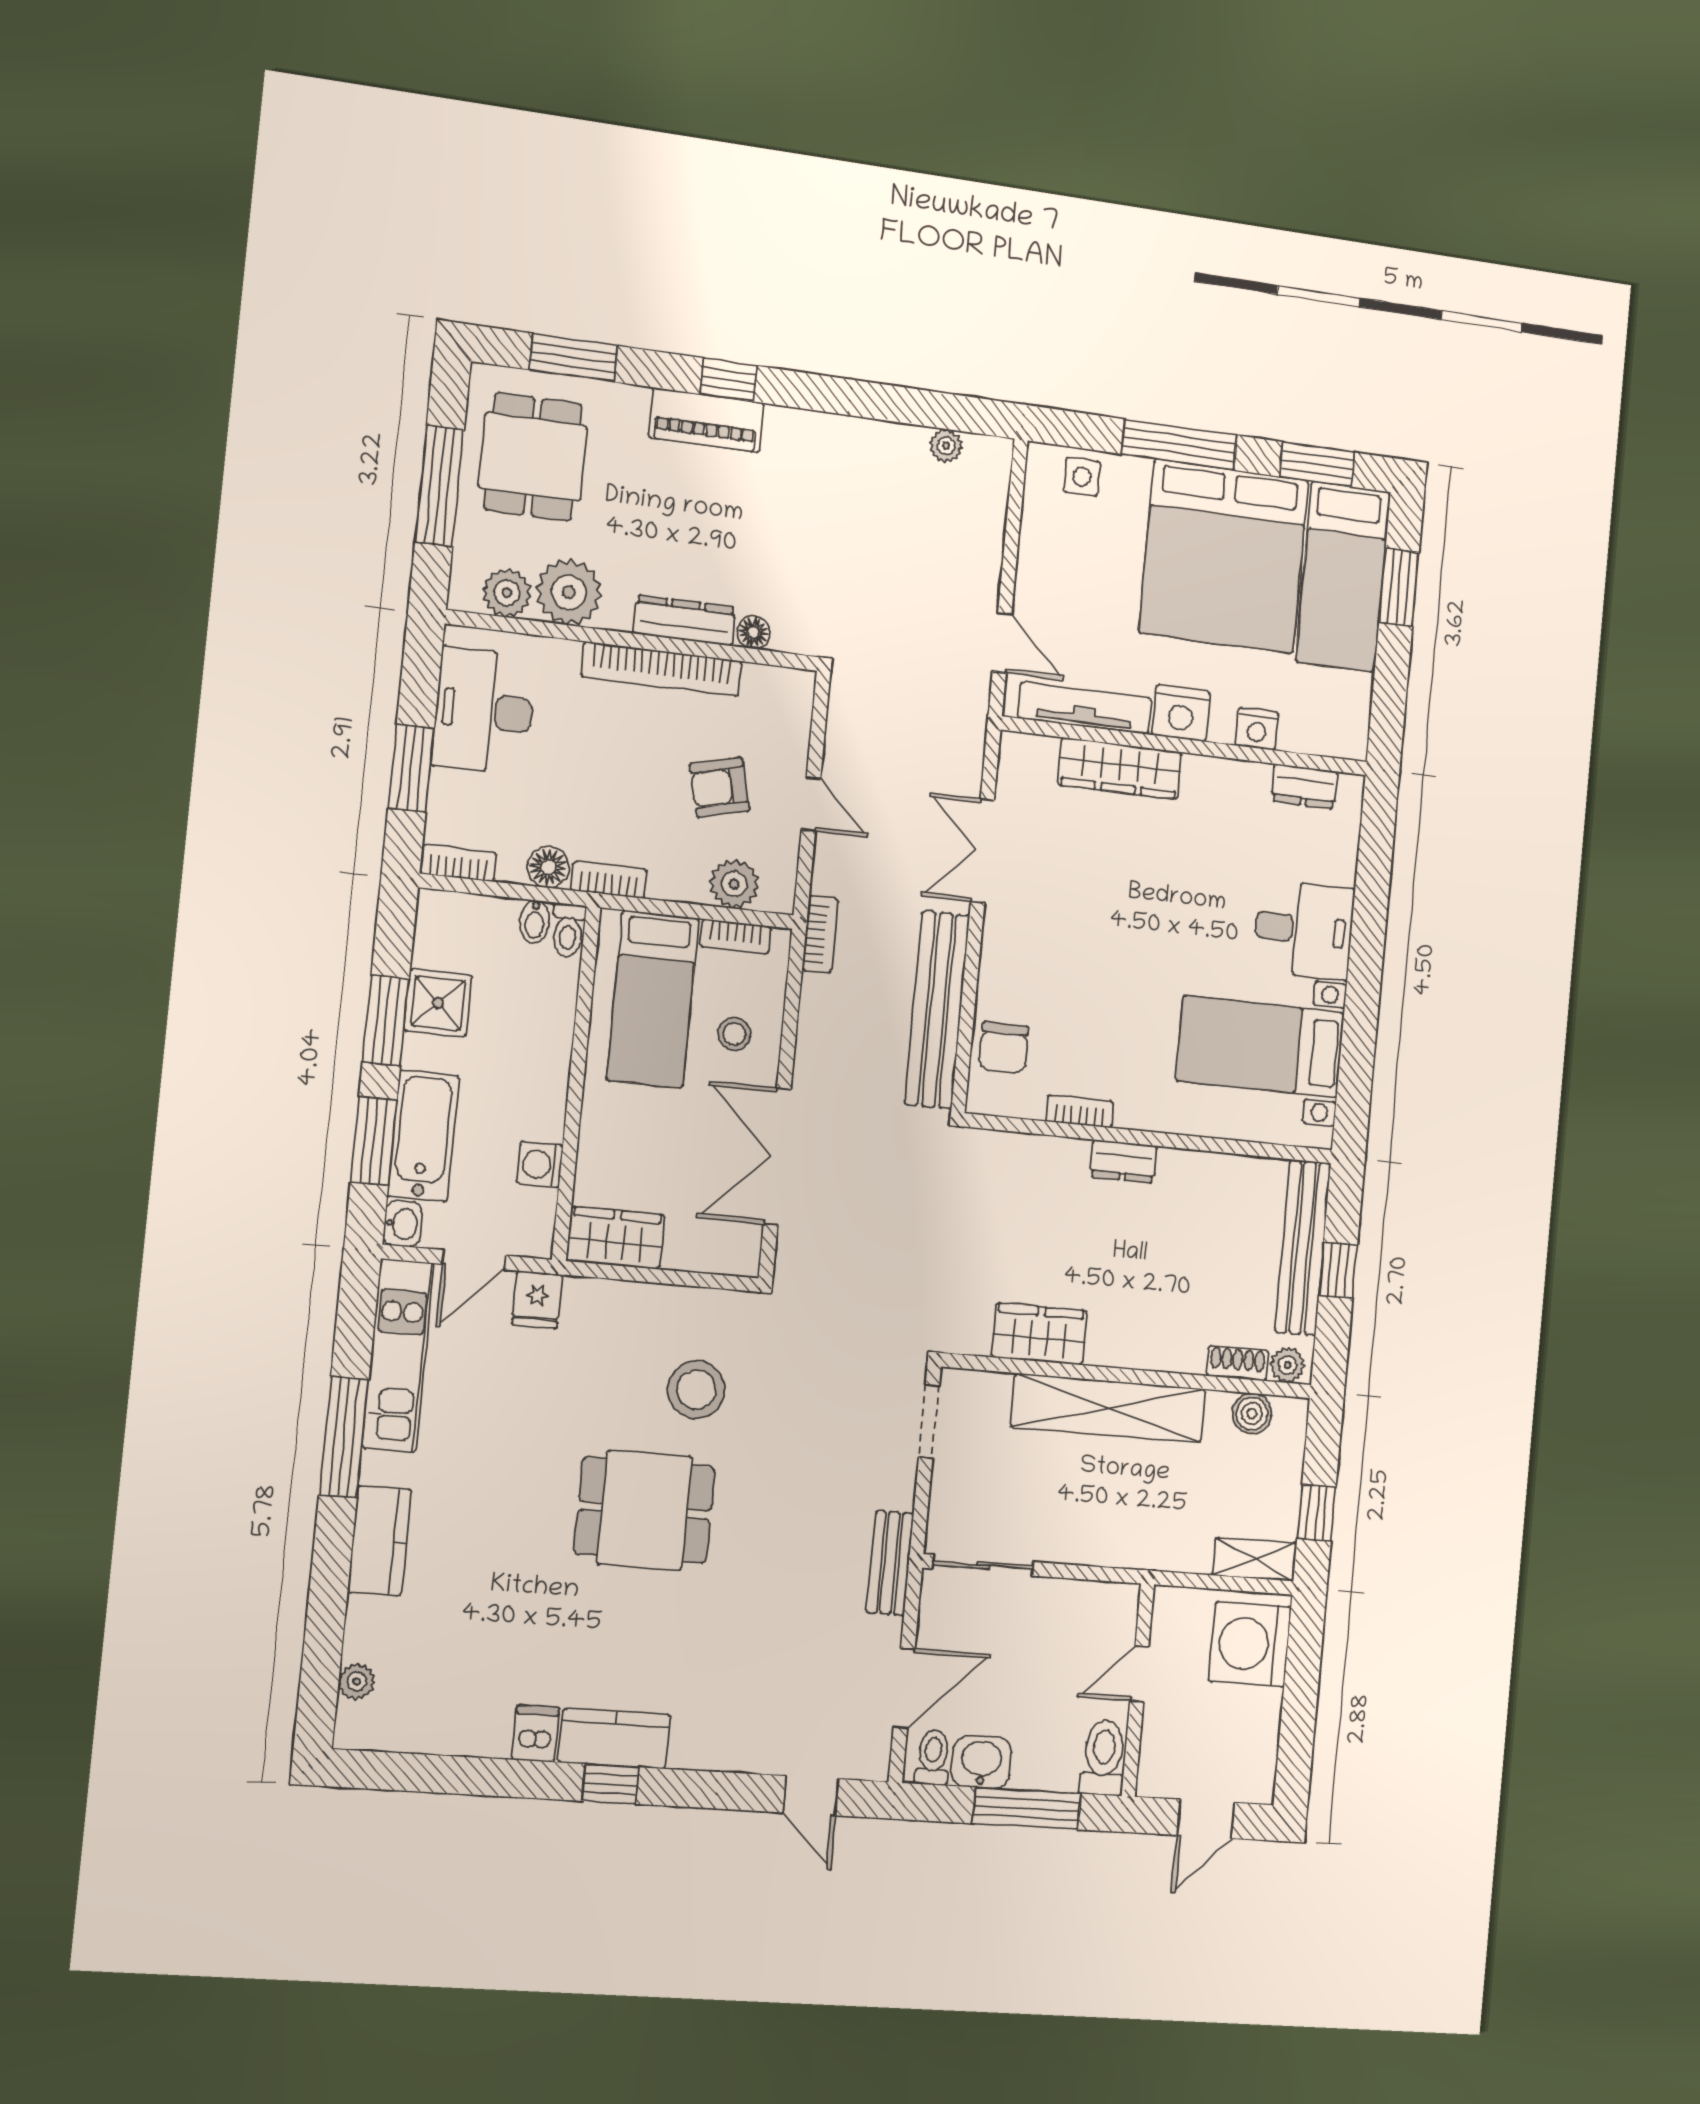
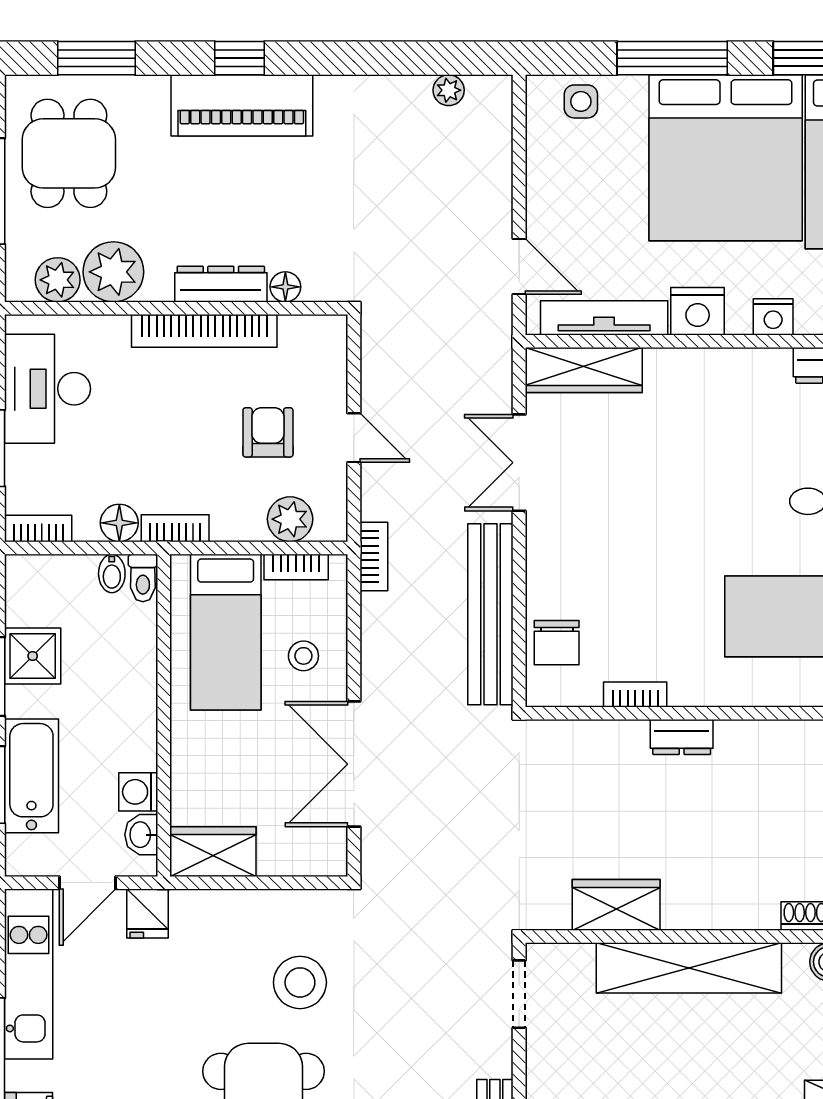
piano: (706, 420) -> (242, 105), width x1.37, depth x1.33
wardrobe: (1120, 768) -> (584, 370), moved
armchair: (720, 787) -> (268, 432), turned 104
washbasin: (403, 1224) -> (141, 835), moved, turned 180

